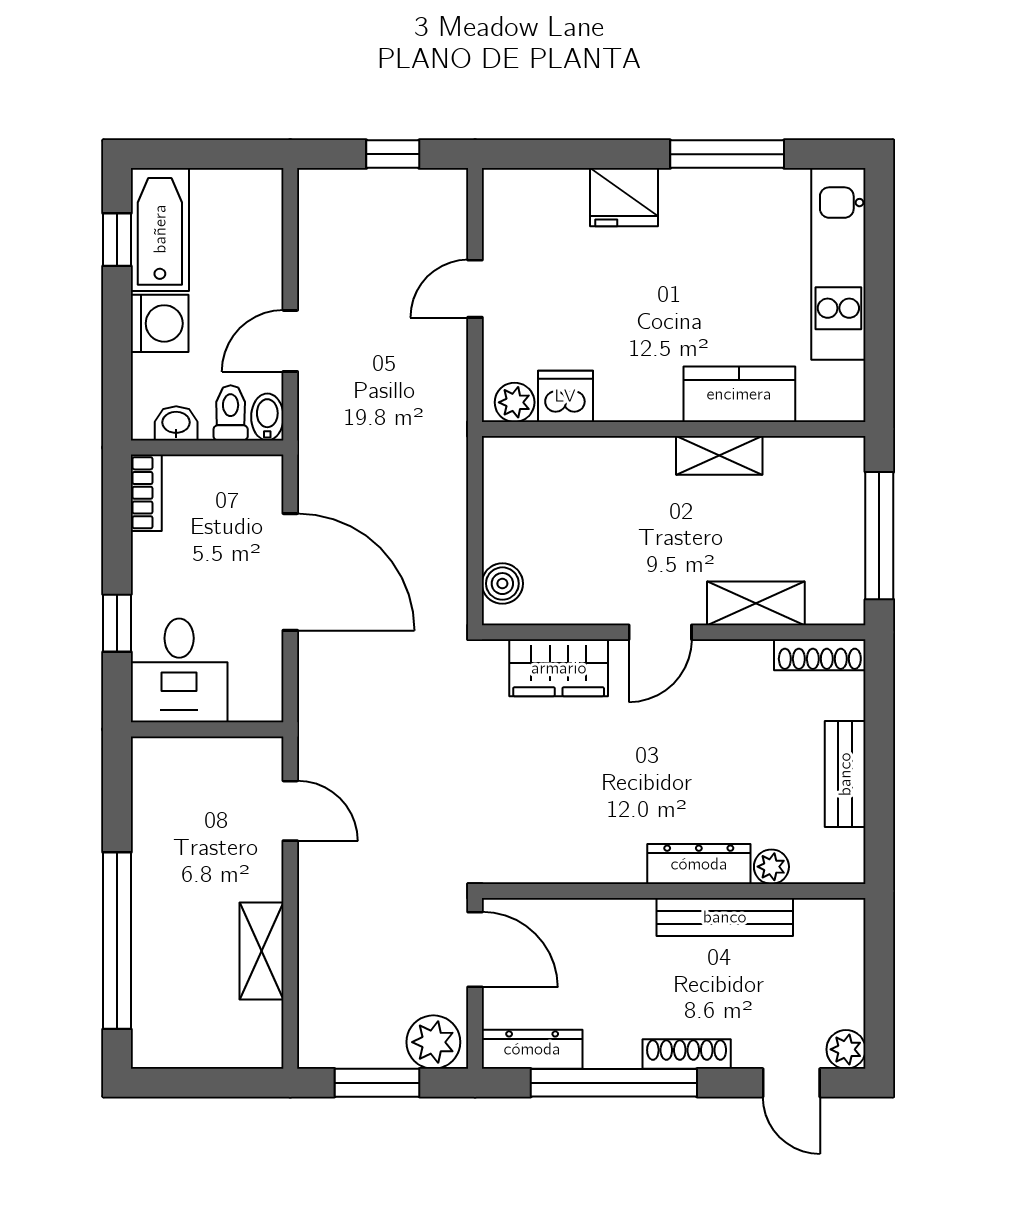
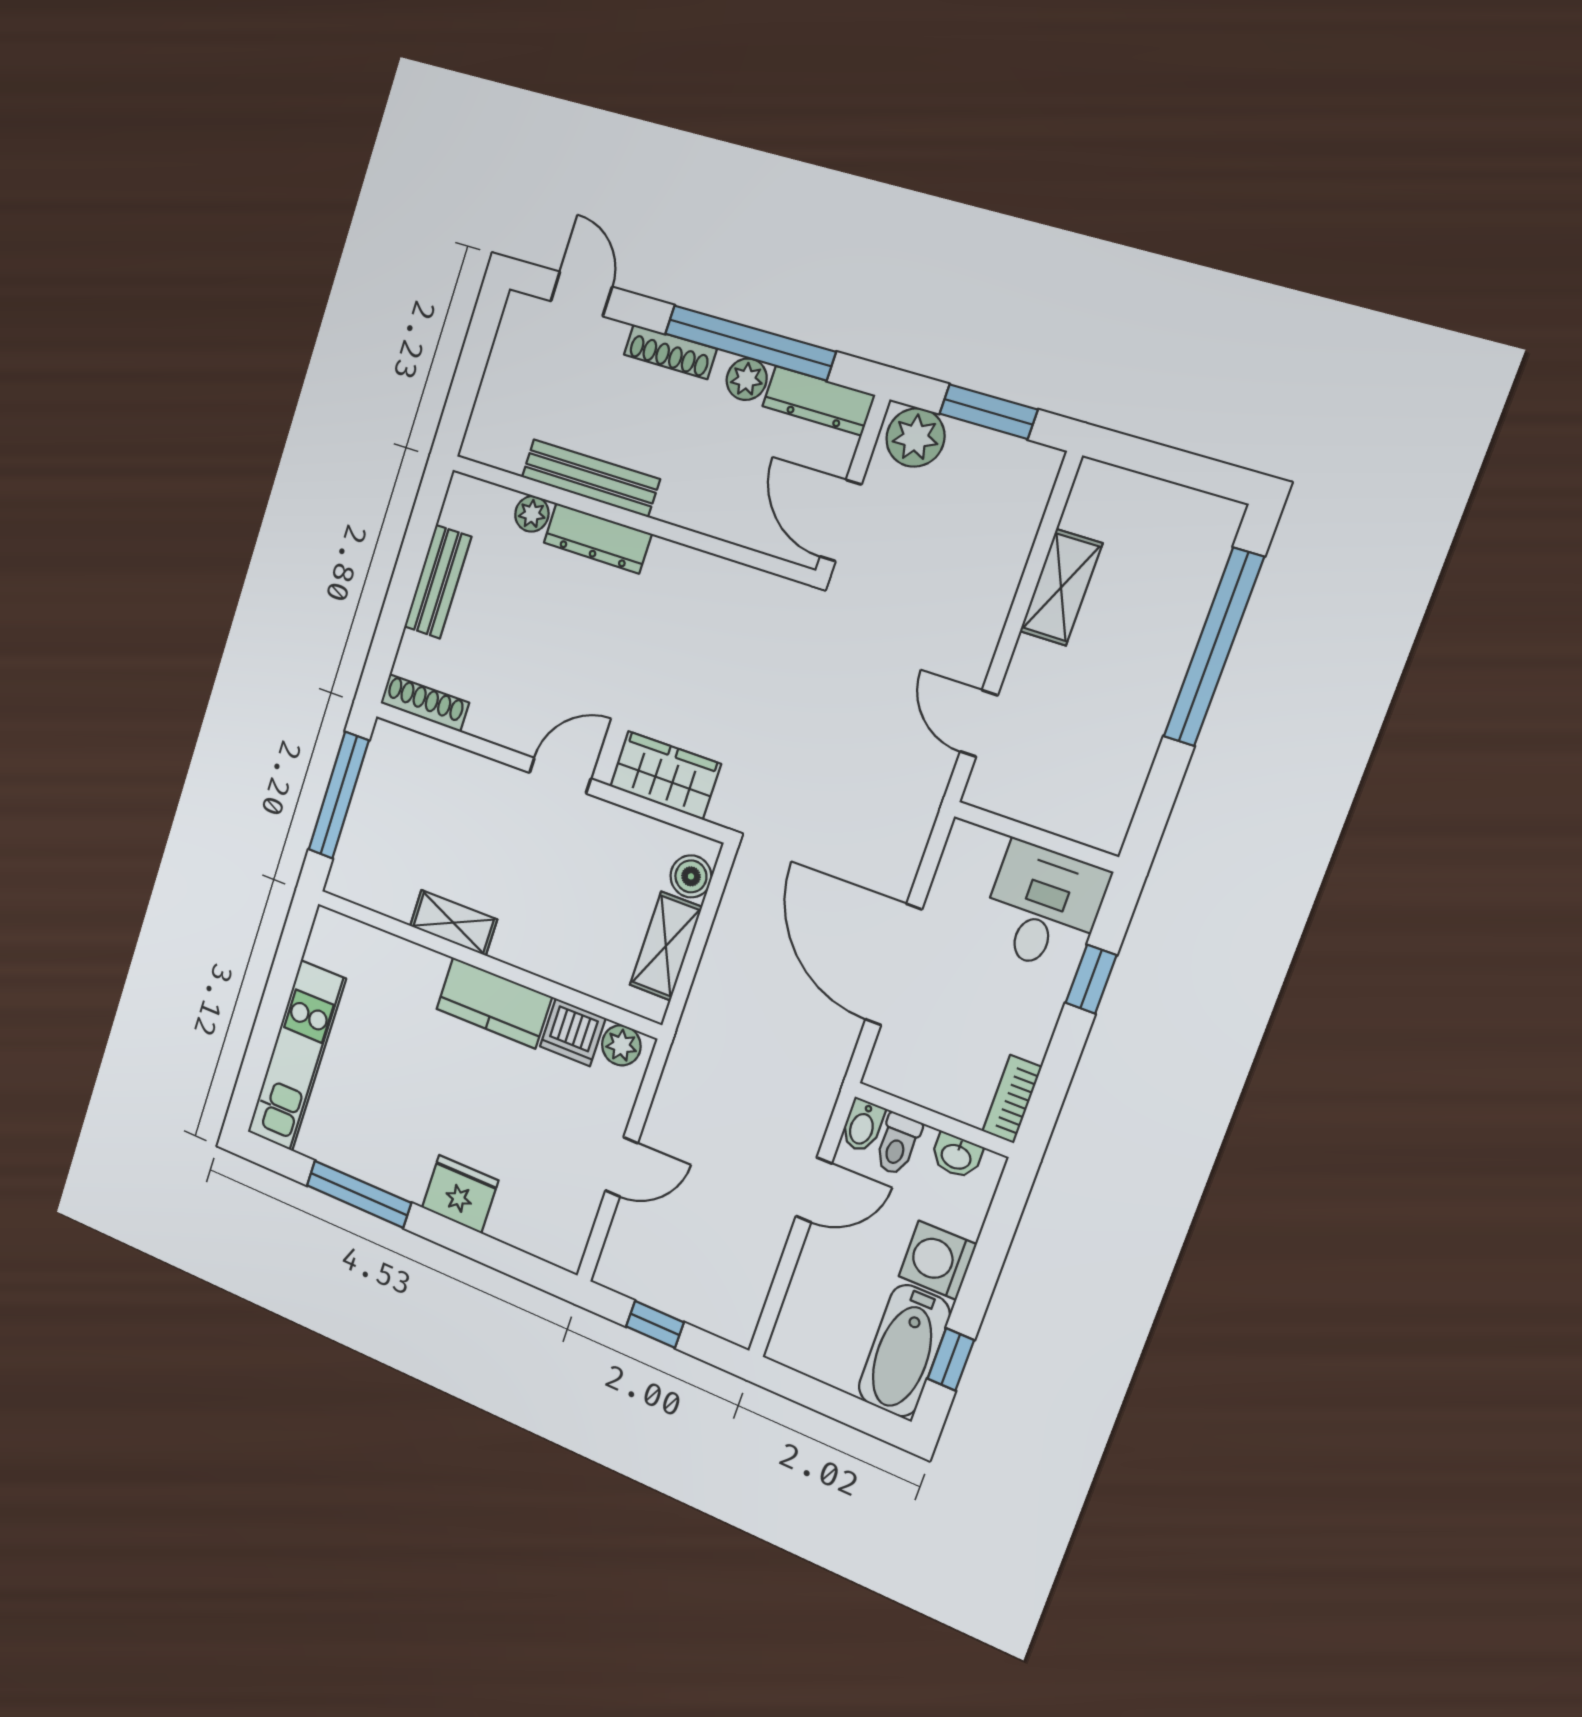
kitchen counter: (739, 394) -> (494, 1003), moved
shelving: (756, 603) -> (666, 946), moved, turned 90
plant: (846, 1049) -> (747, 379), moved

